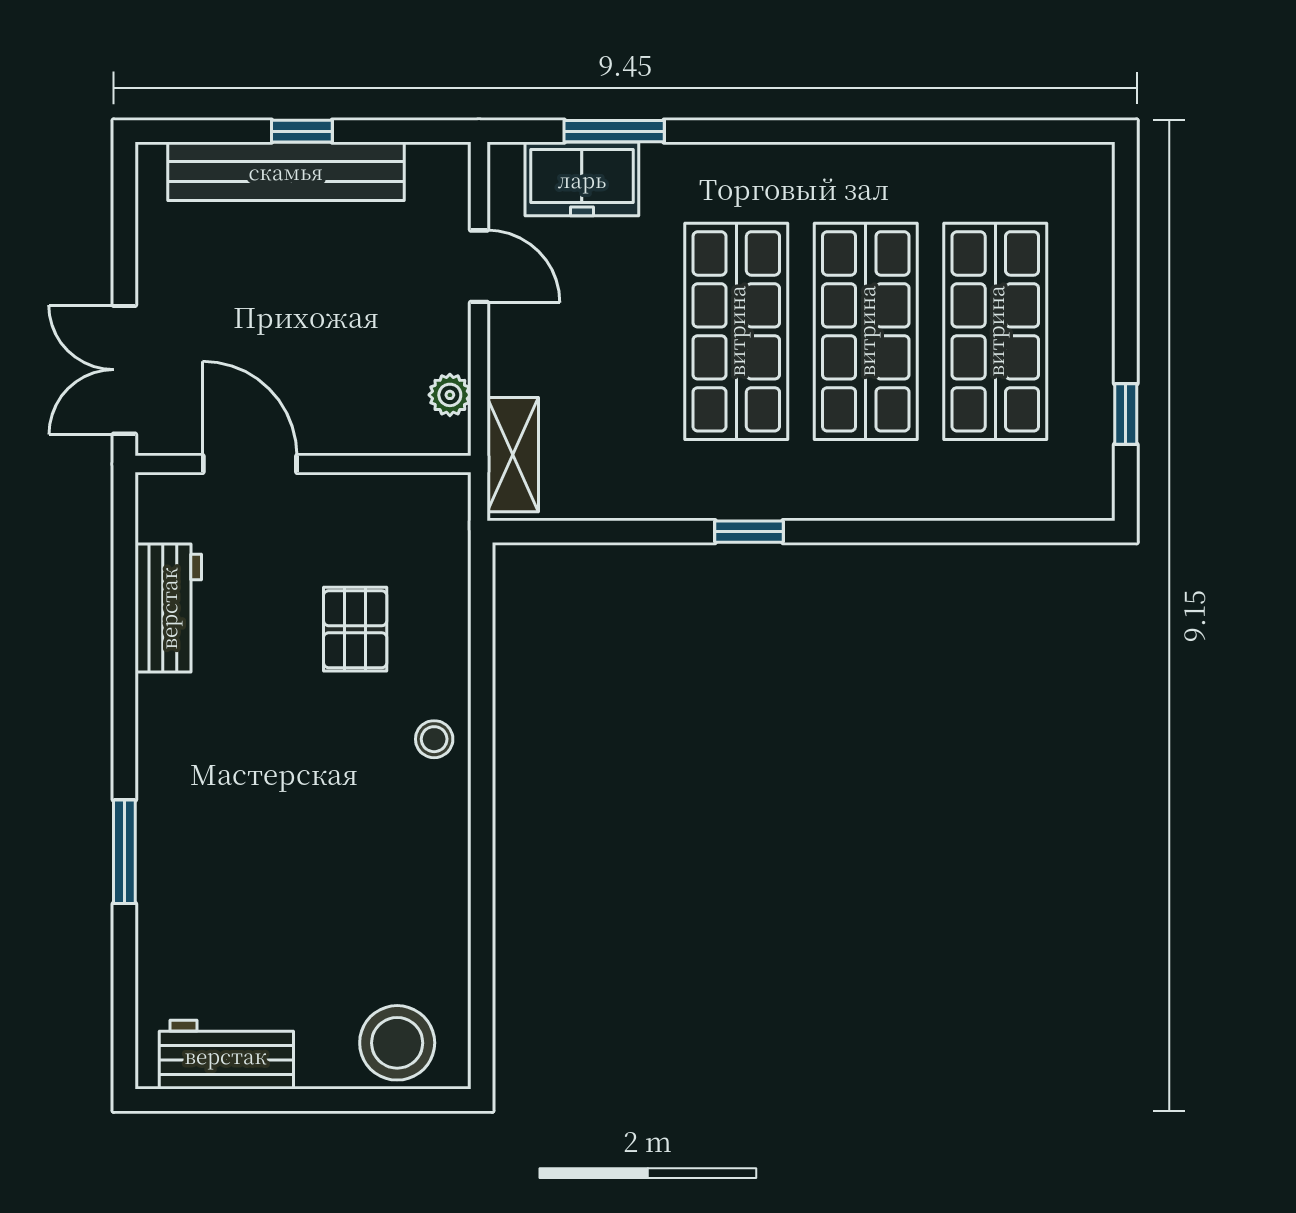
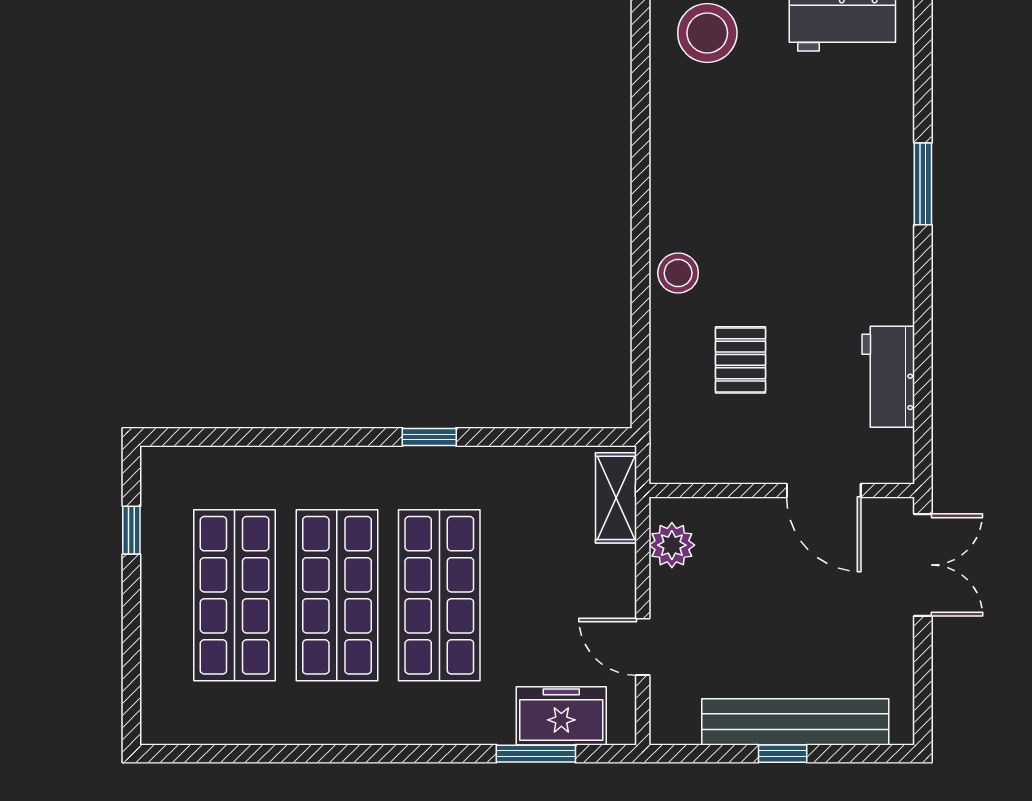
plant: (450, 395) -> (672, 545), width x1.38, depth x1.38
stool: (434, 739) -> (678, 273), width x1.37, depth x1.37

